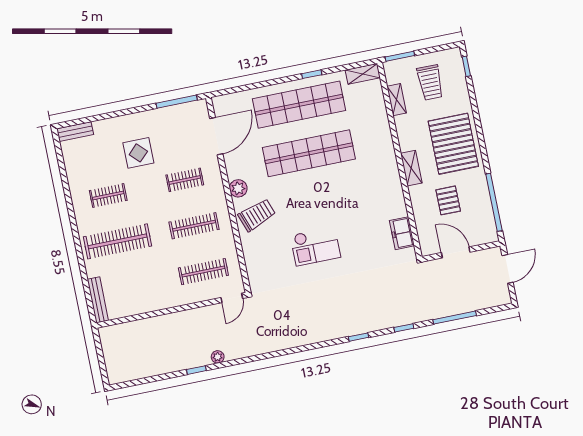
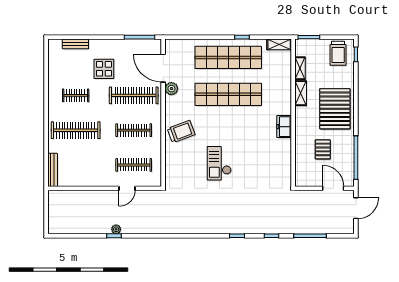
trolley: (430, 82) -> (338, 53), moved
bench: (75, 132) -> (75, 44), moved
door: (216, 136) -> (163, 68), swing flipped
shelving: (411, 168) -> (301, 93), moved
clothes rail: (185, 180) -> (134, 95), width x1.86, depth x1.31
plant: (238, 188) -> (171, 89), moved
freezer: (402, 233) -> (284, 127), moved
checkout: (315, 246) -> (219, 163), turned 90
door: (456, 252) -> (333, 188), moved
door: (232, 298) -> (127, 188), moved
plant: (218, 357) -> (116, 229), moved

